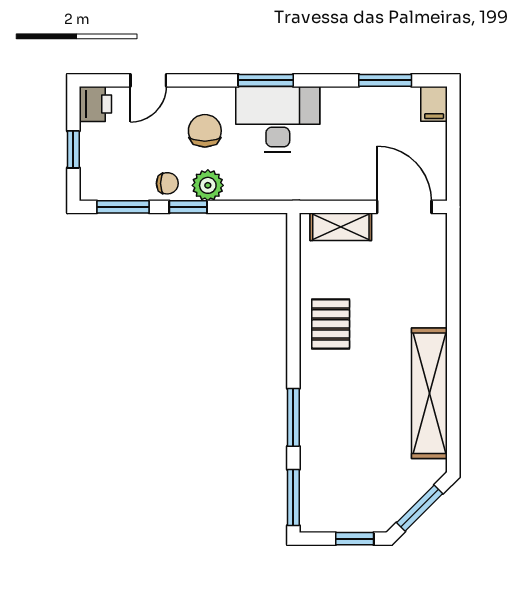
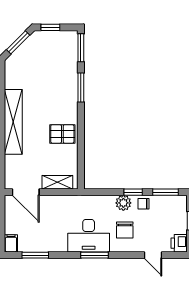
door: (148, 80) -> (153, 255), swing flipped
pallet: (331, 324) -> (62, 134), turned 90
shelving: (429, 393) -> (13, 122), moved

